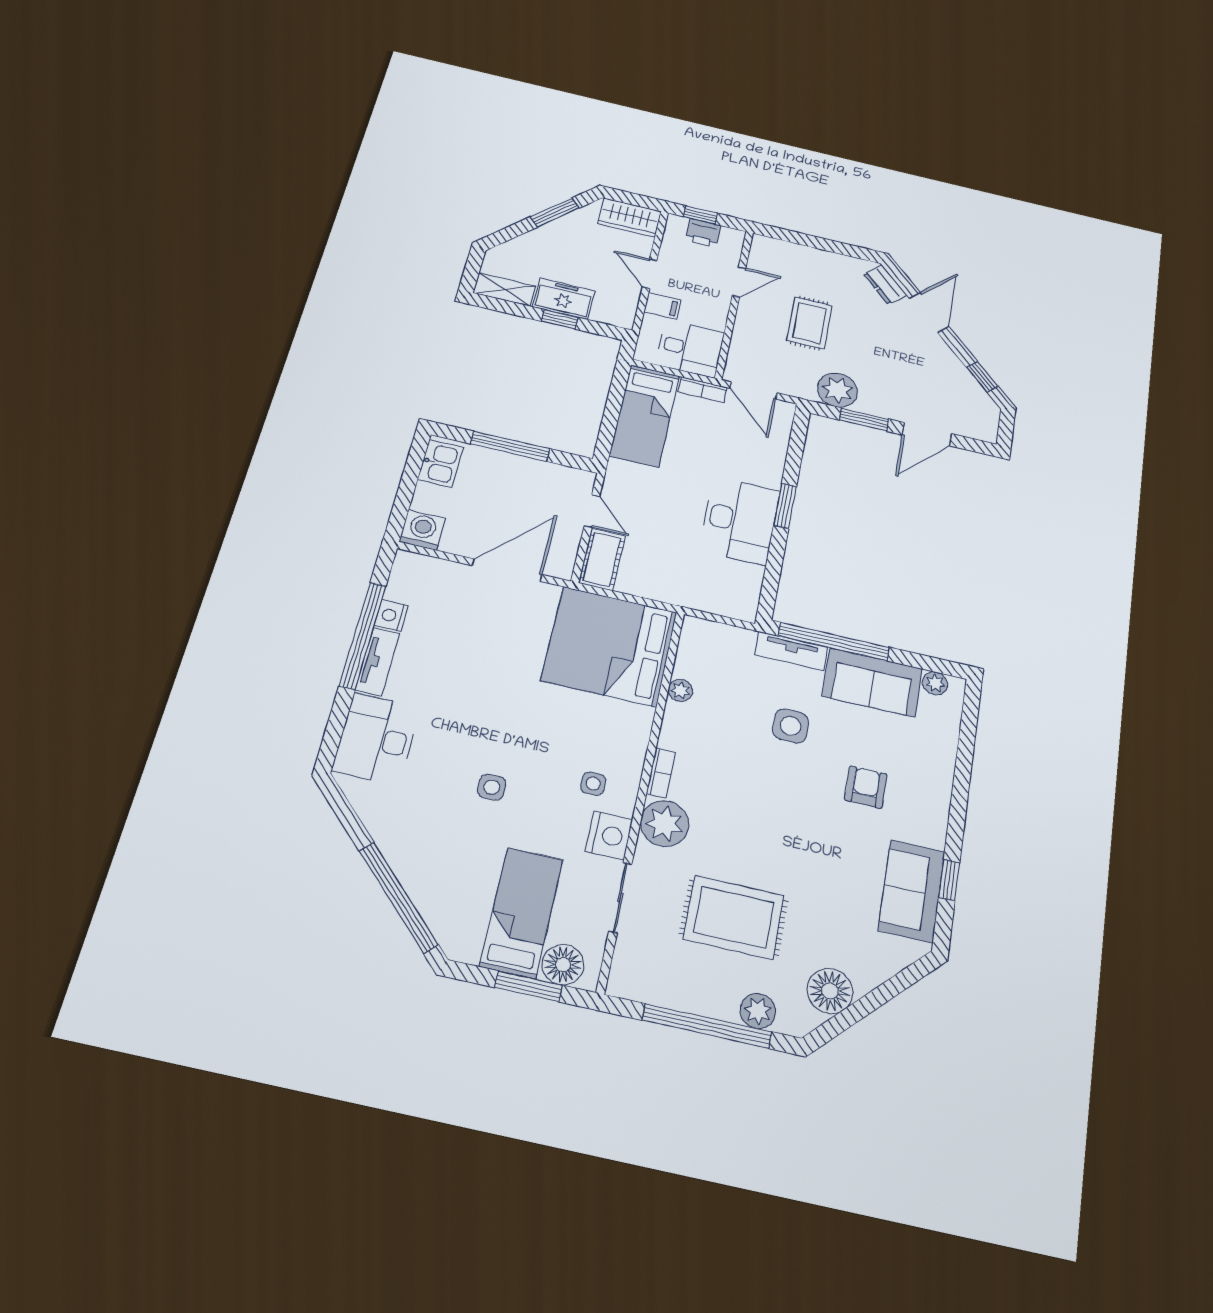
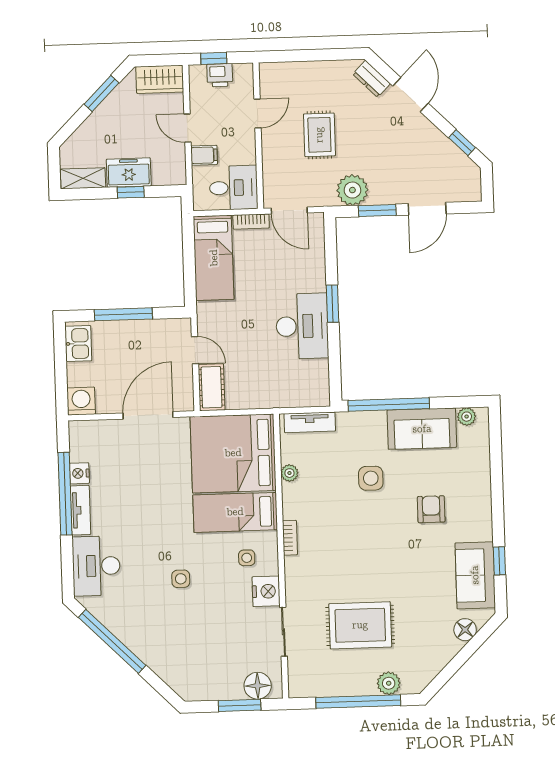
tv unit: (791, 651) -> (310, 422), moved
plant: (665, 824) -> (301, 573), removed
window: (398, 897) -> (112, 641), moved
bed: (521, 913) -> (235, 512), moved, turned -90
floor lamp: (830, 991) -> (465, 630), moved, width x0.73, depth x0.73

